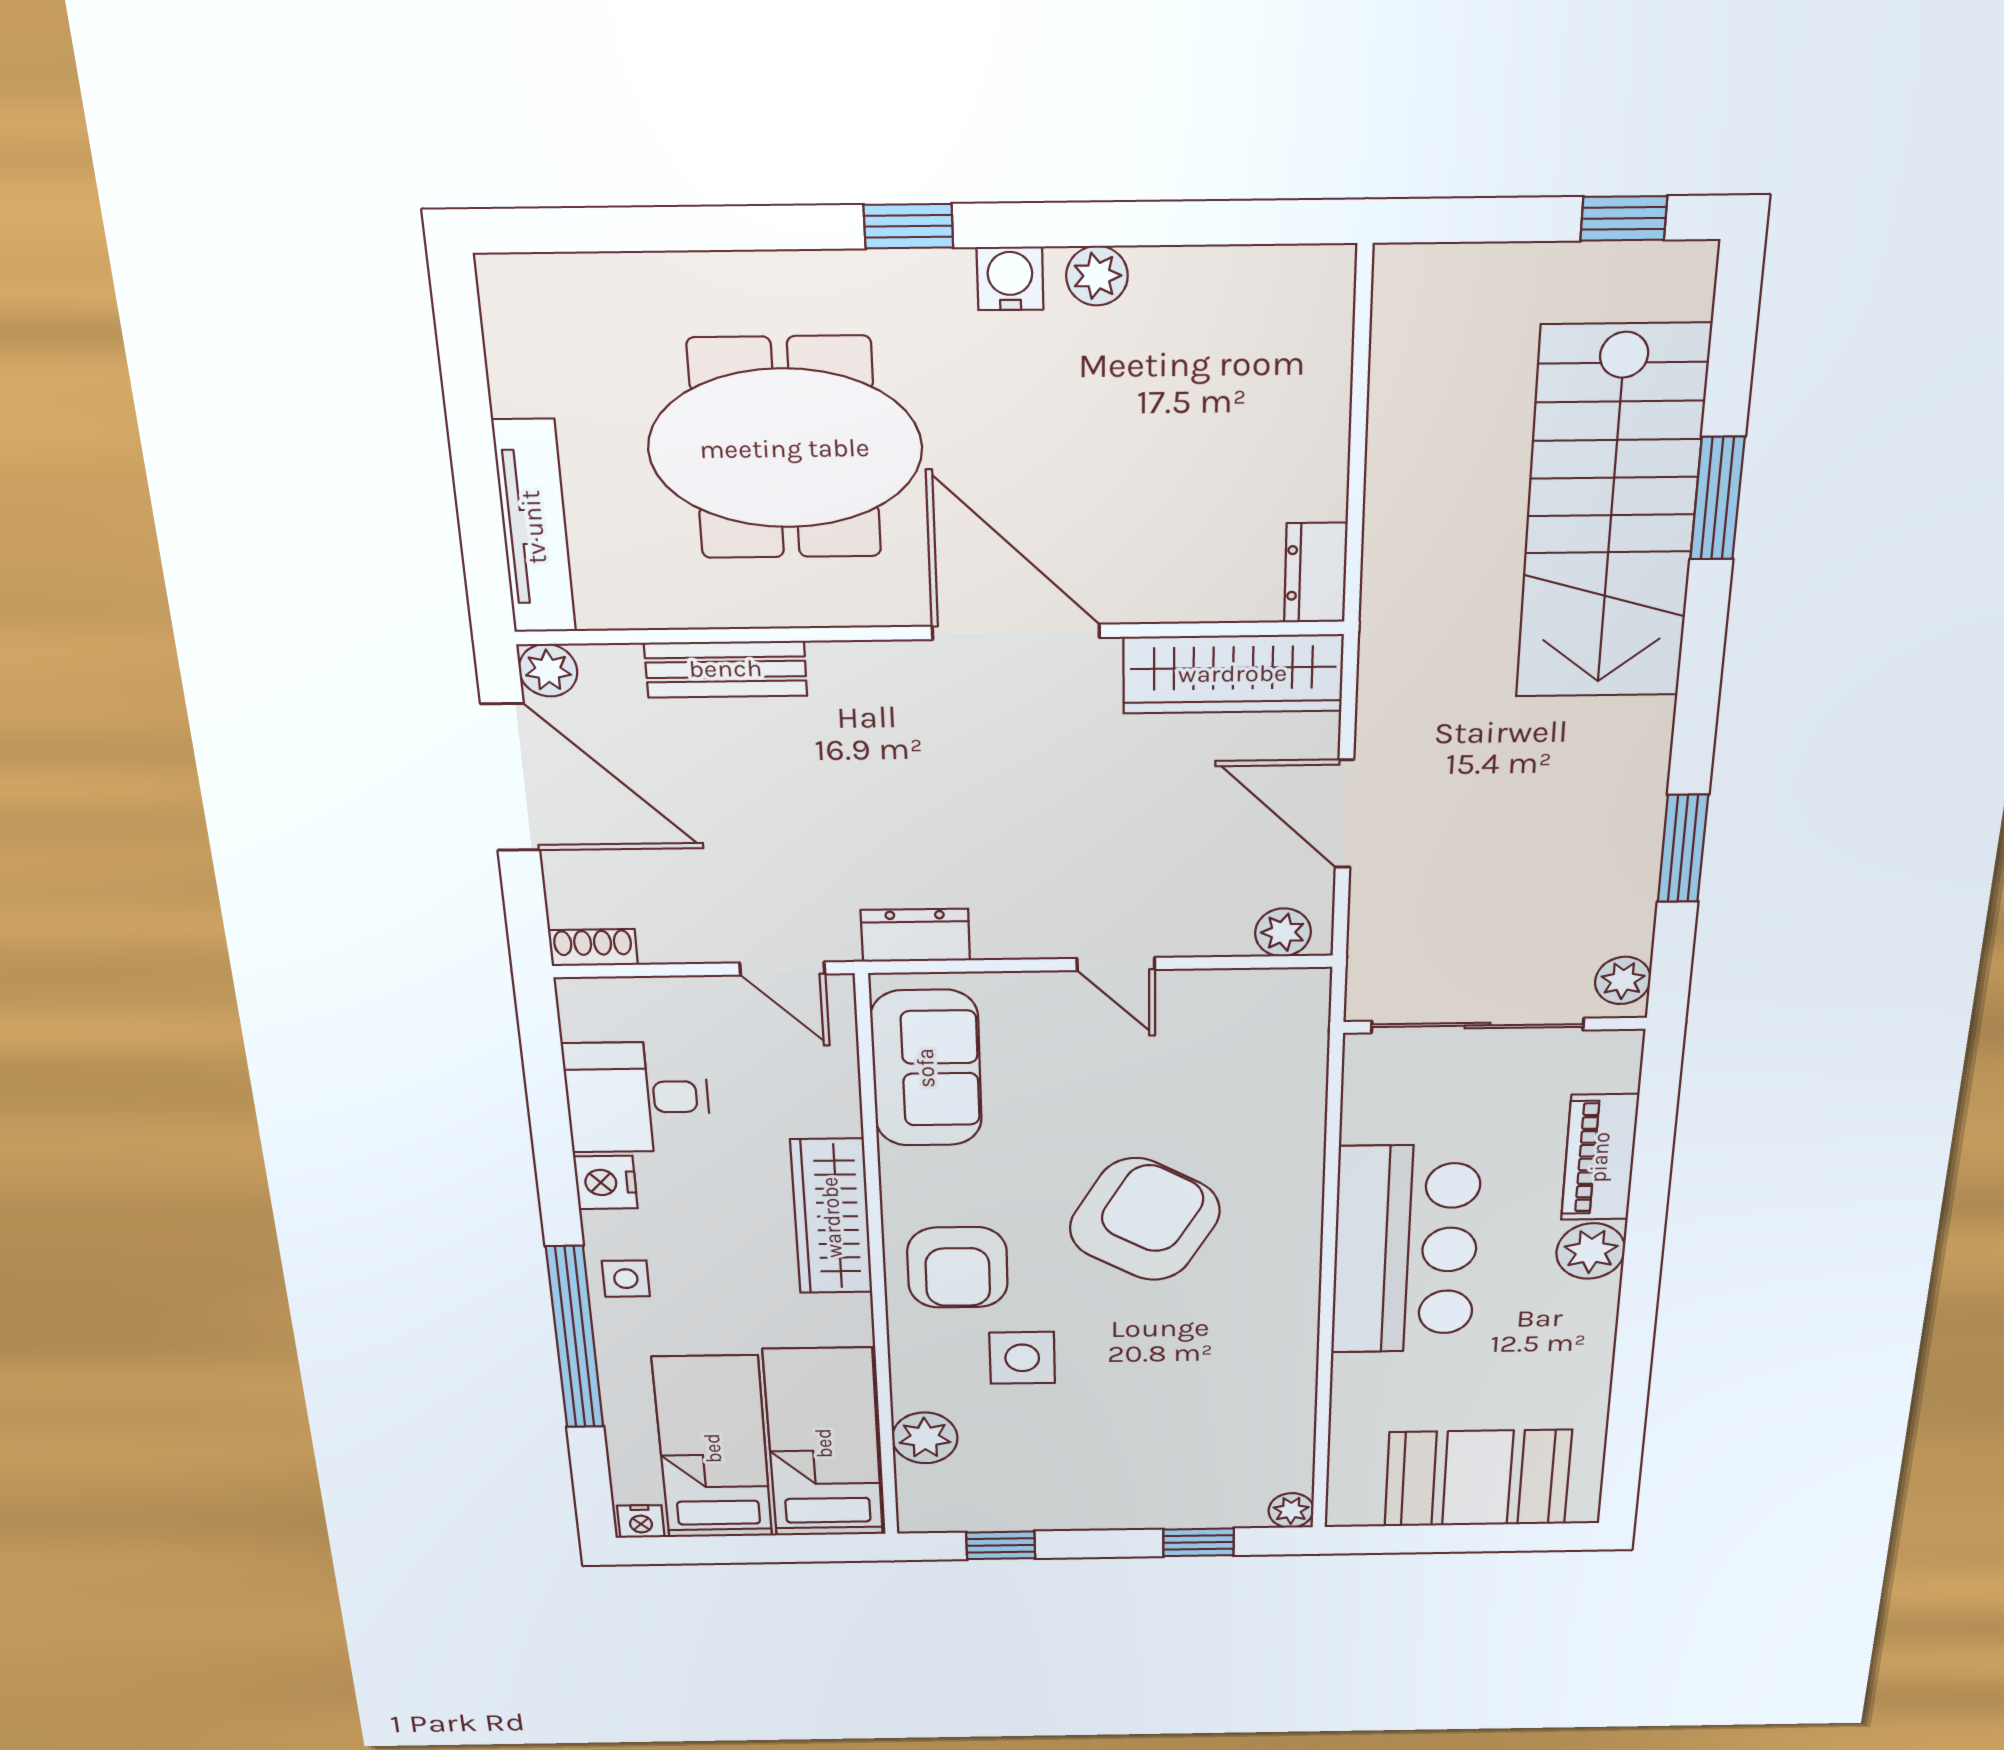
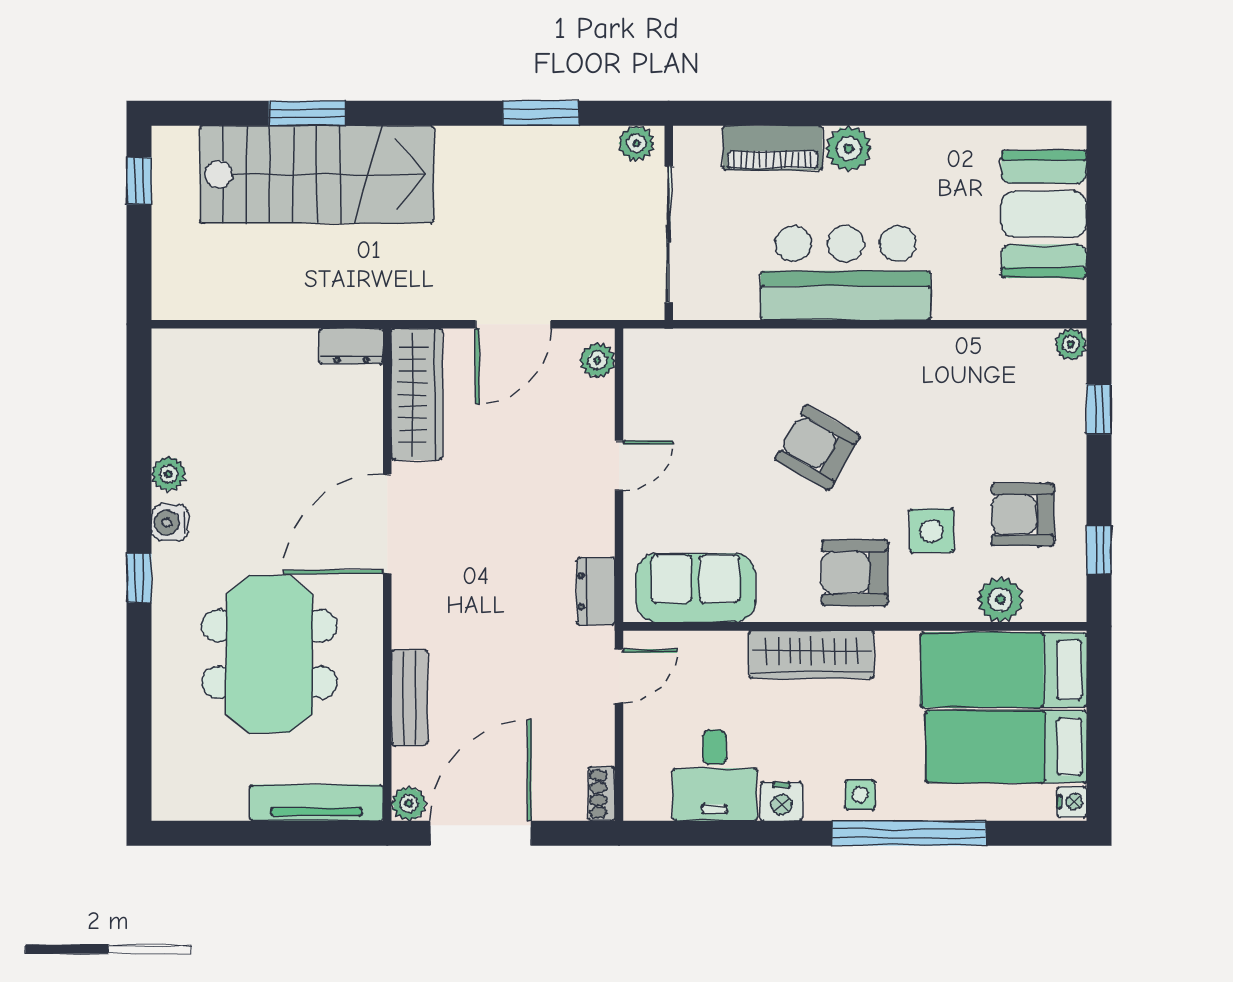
armchair: (1145, 1219) -> (817, 447), width x0.73, depth x0.73
armchair: (957, 1267) -> (855, 573), turned 180
armchair: (1048, 1461) -> (1023, 515), added

